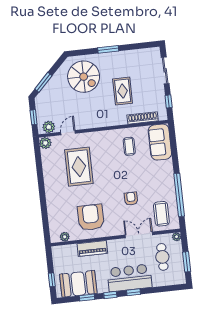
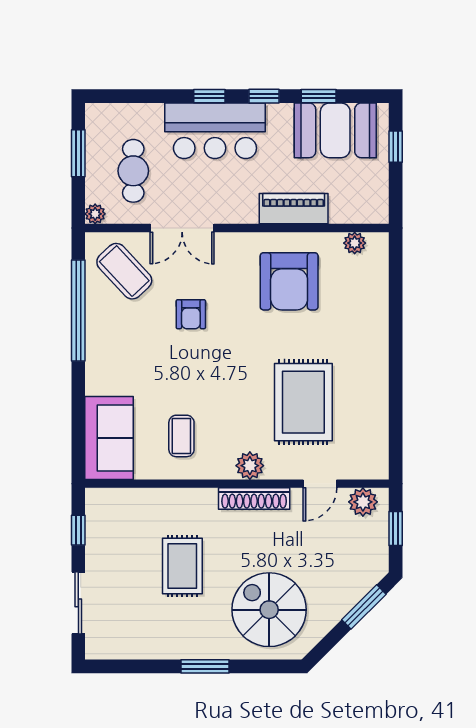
shoe rack: (143, 118) -> (254, 499), moved
plant: (45, 143) -> (250, 466), moved
coffee table: (161, 214) -> (124, 271), turned -43

